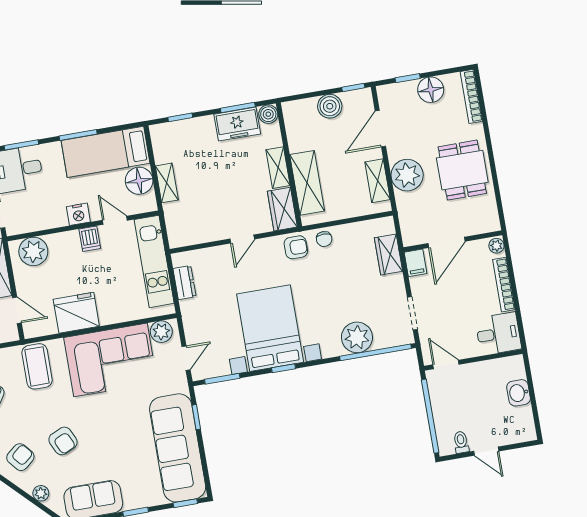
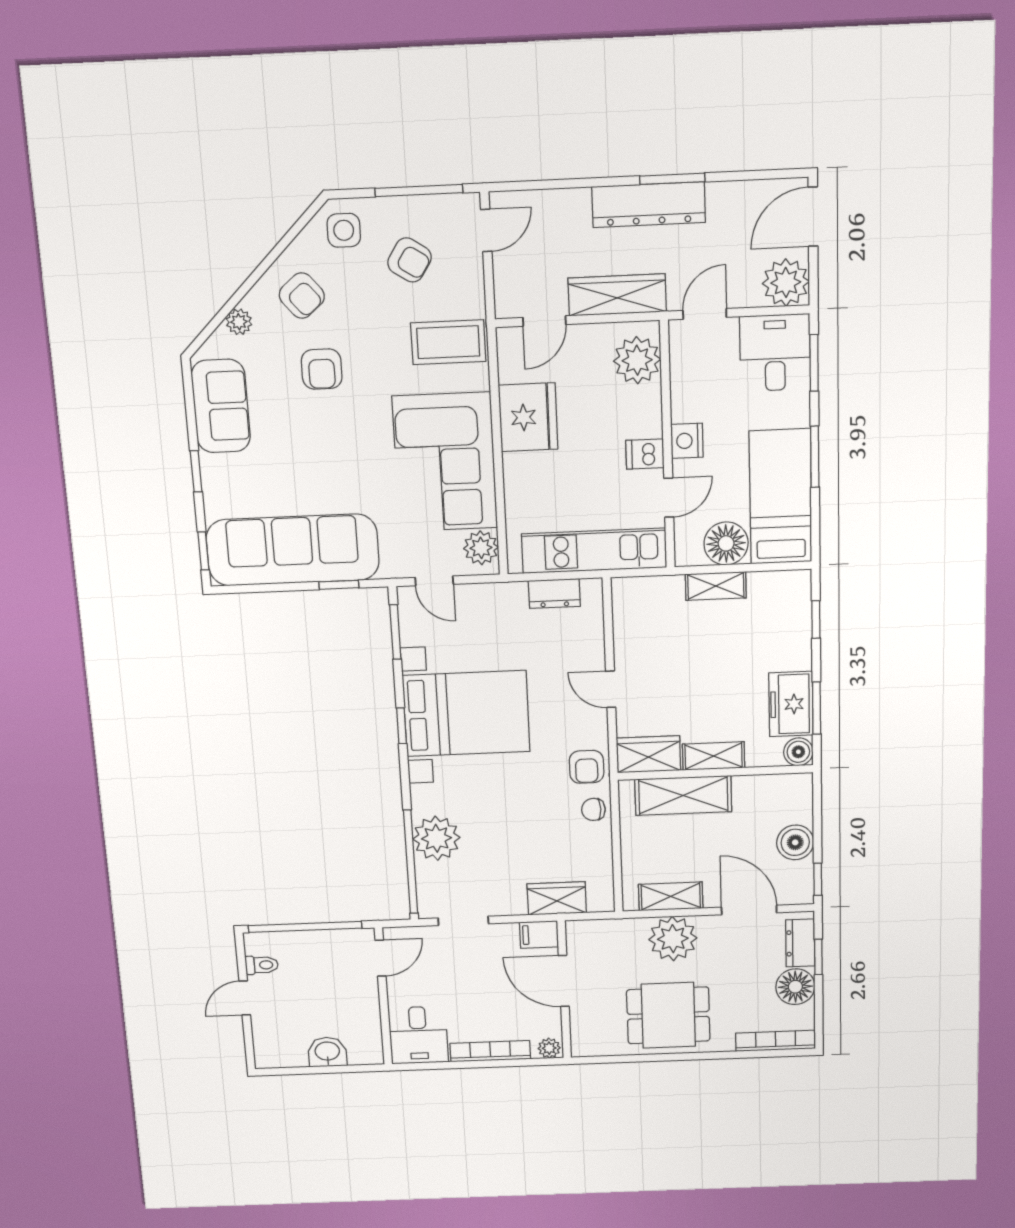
dresser: (399, 92) -> (800, 943), added
armchair: (63, 441) -> (322, 369), turned -65

